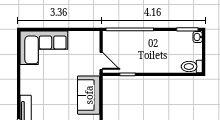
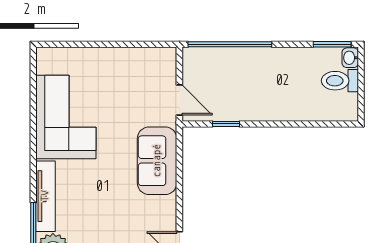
corner sofa: (44, 48) -> (66, 117), moved, turned -90
toilet: (192, 67) -> (340, 81), moved

